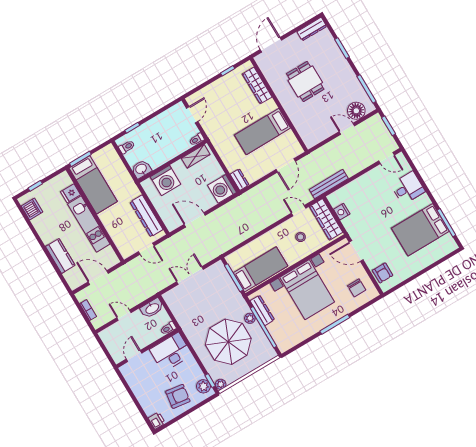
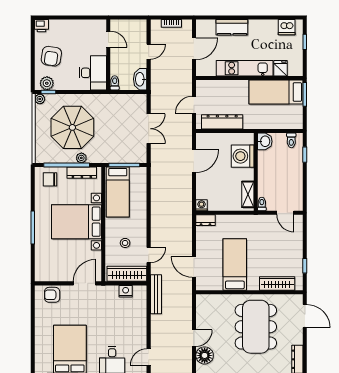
dining table: (305, 81) -> (256, 327), width x1.88, depth x1.24
washing machine: (222, 189) -> (201, 205), width x0.53, depth x0.53
chair: (357, 288) -> (50, 179), moved

